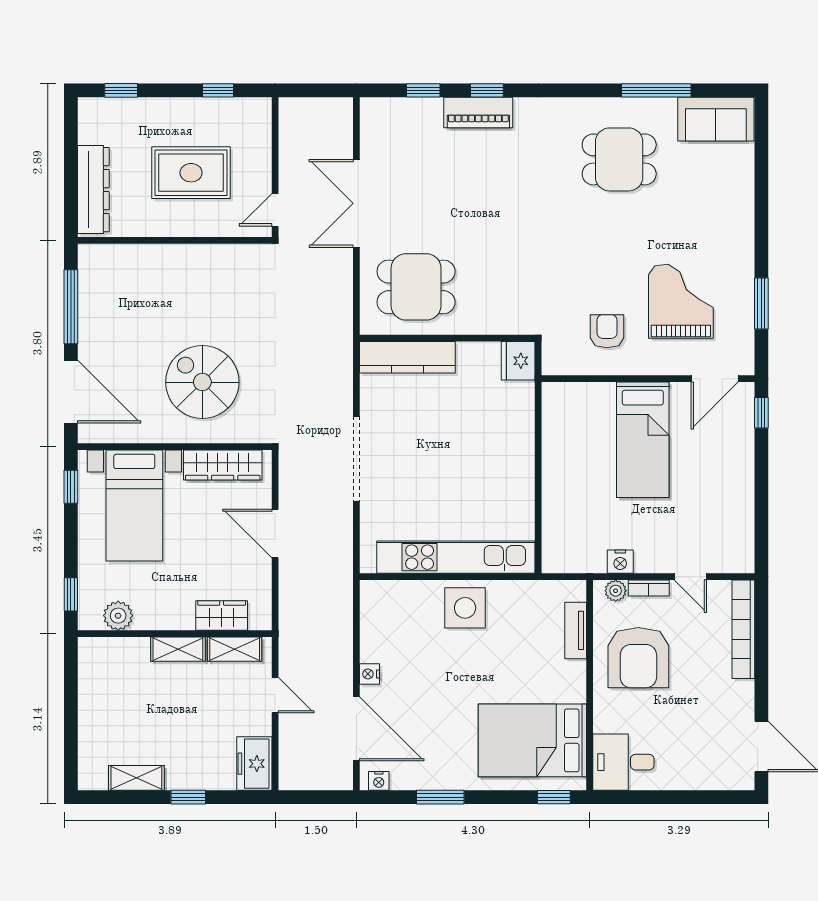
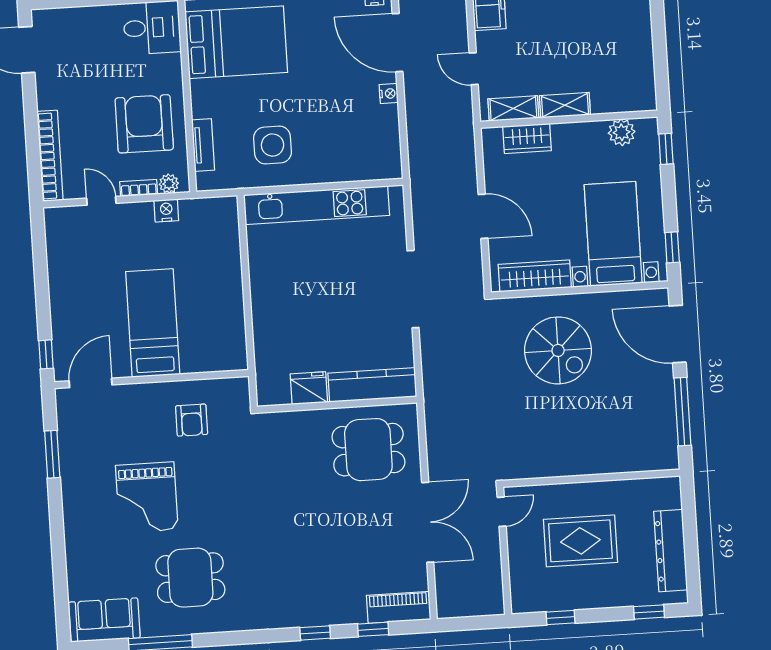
piano: (478, 113) -> (399, 607), moved
dresser: (93, 190) -> (671, 551), moved
grand piano: (681, 301) -> (147, 497), moved
fridge: (518, 361) -> (309, 388), moved, turned -90
side table: (465, 608) -> (273, 145), moved

